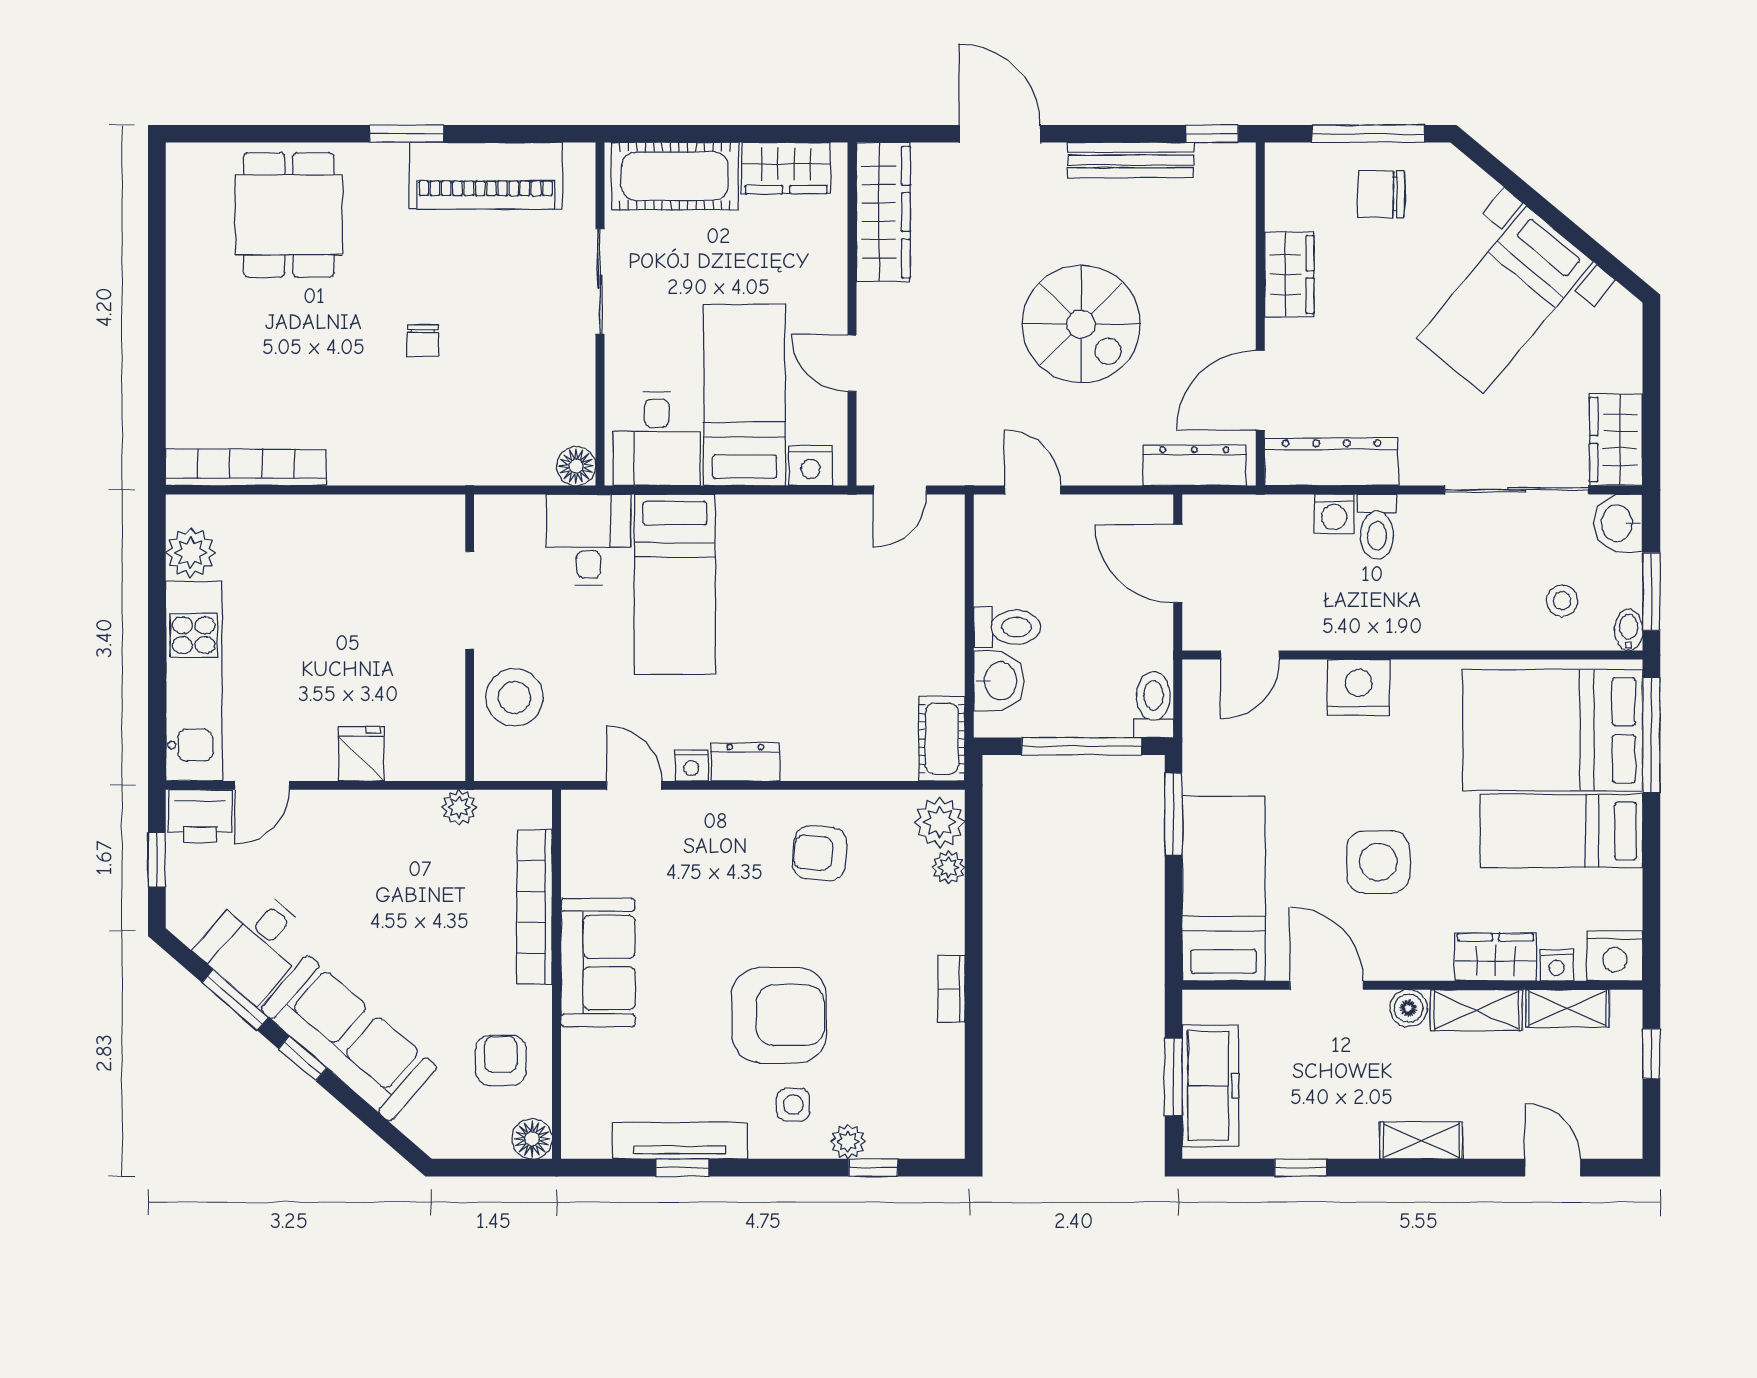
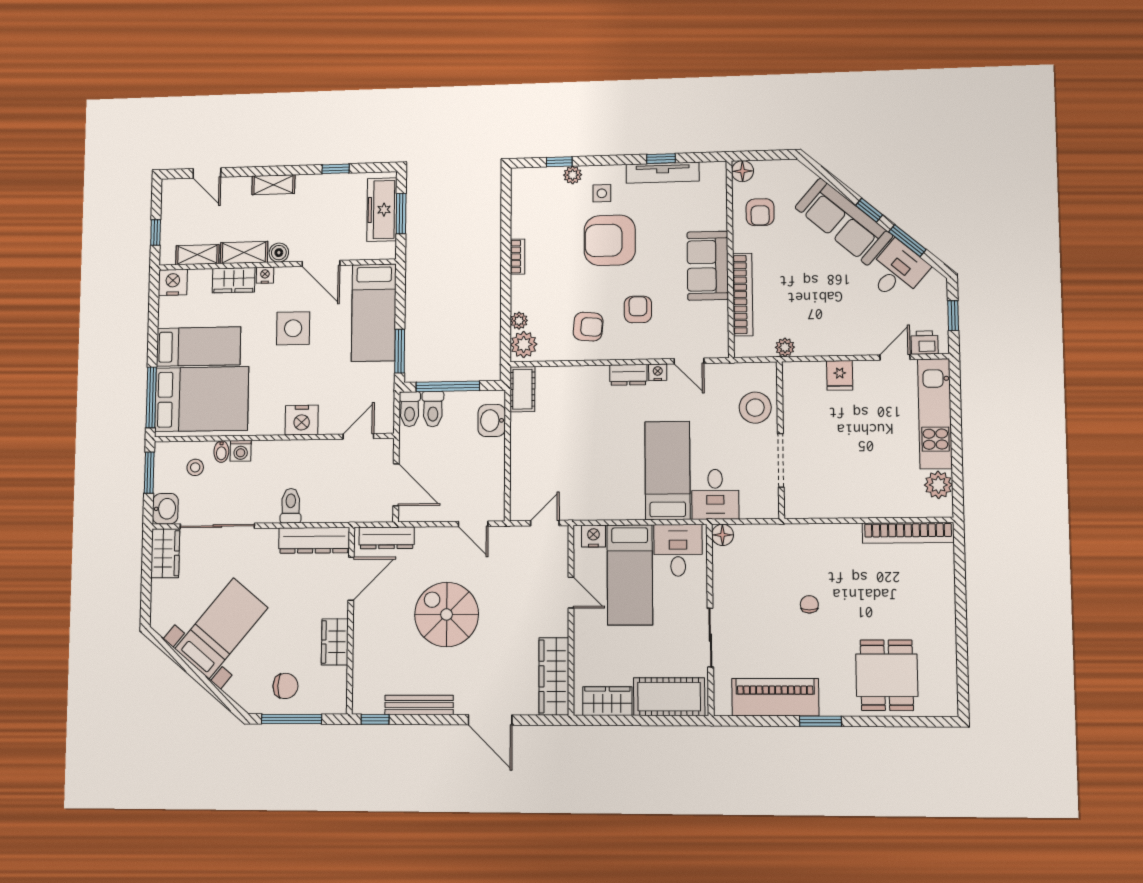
washing machine: (1334, 514) -> (241, 451), moved, turned 180
toilet: (1007, 627) -> (433, 409), moved, turned -90
bidet: (1629, 630) -> (221, 452), moved
printer: (200, 816) -> (925, 343), width x0.73, depth x0.81
armchair: (727, 883) -> (638, 309), added
nightstand: (1557, 965) -> (265, 275), moved

